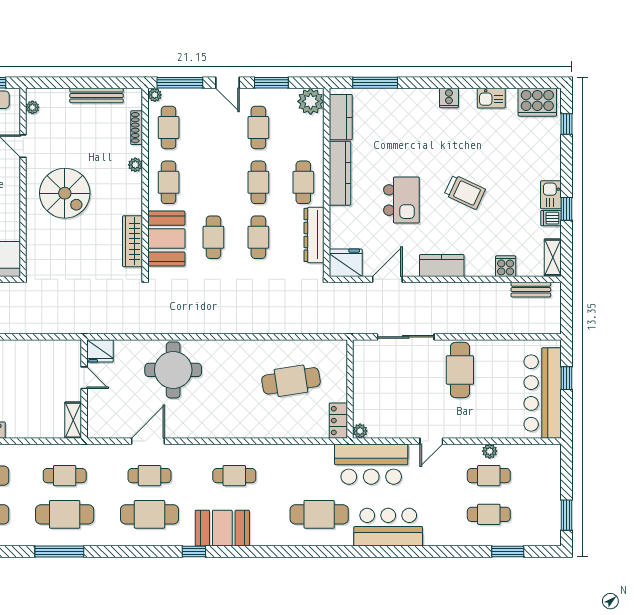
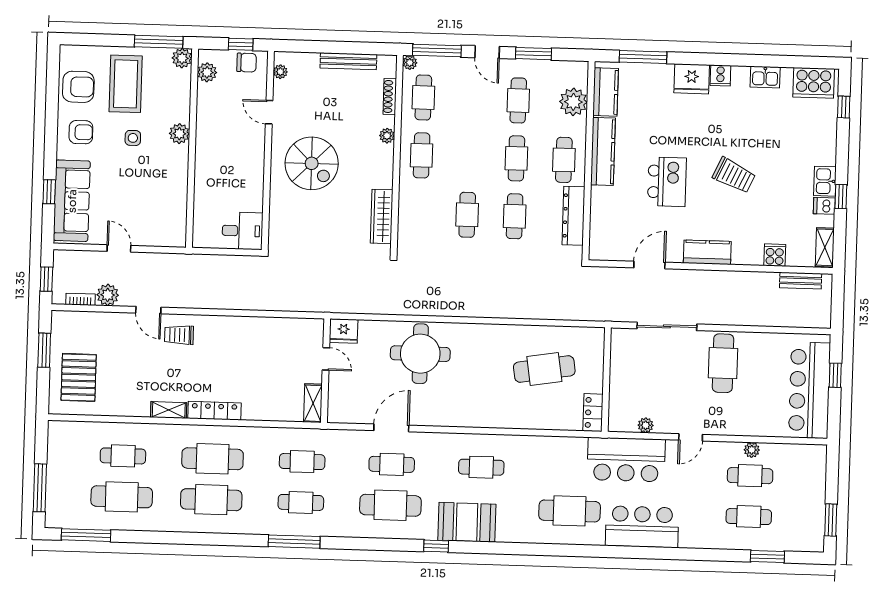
plant: (311, 101) -> (573, 102), moved
booth: (166, 239) -> (417, 215), removed
fridge: (346, 263) -> (692, 79), moved, turned 180
plant: (360, 431) -> (646, 425), moved
cafe table: (65, 514) -> (301, 502), width x0.73, depth x0.74

